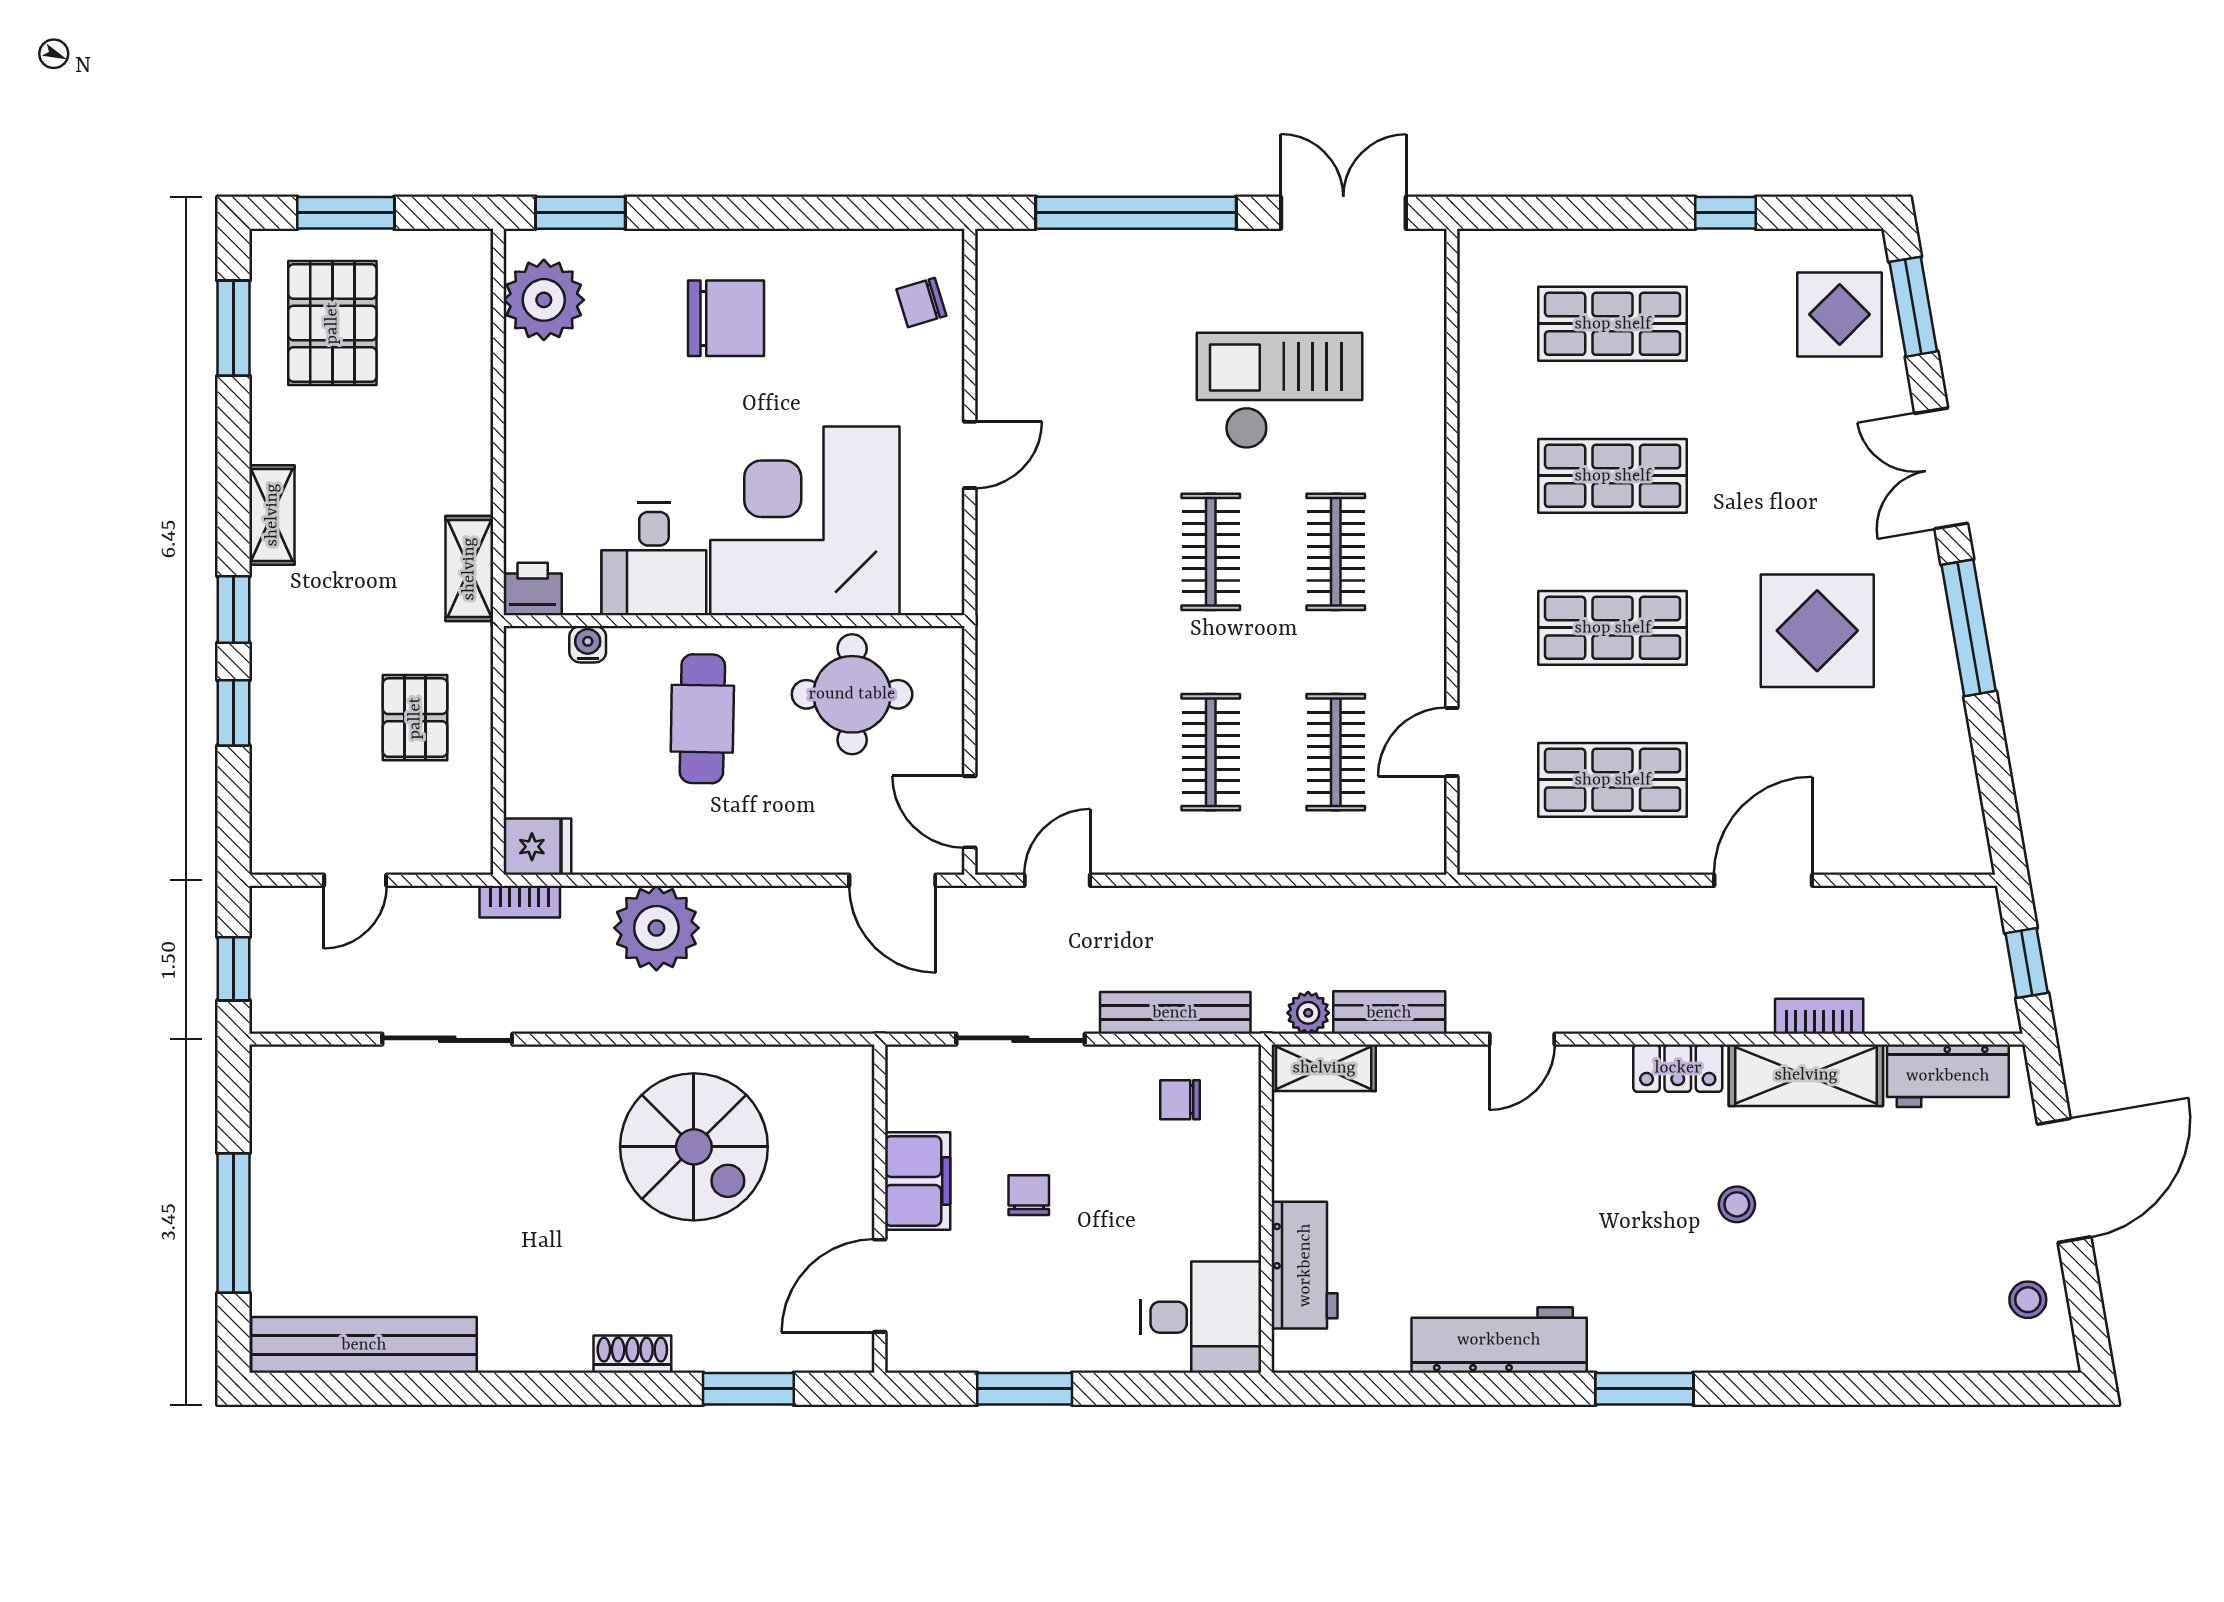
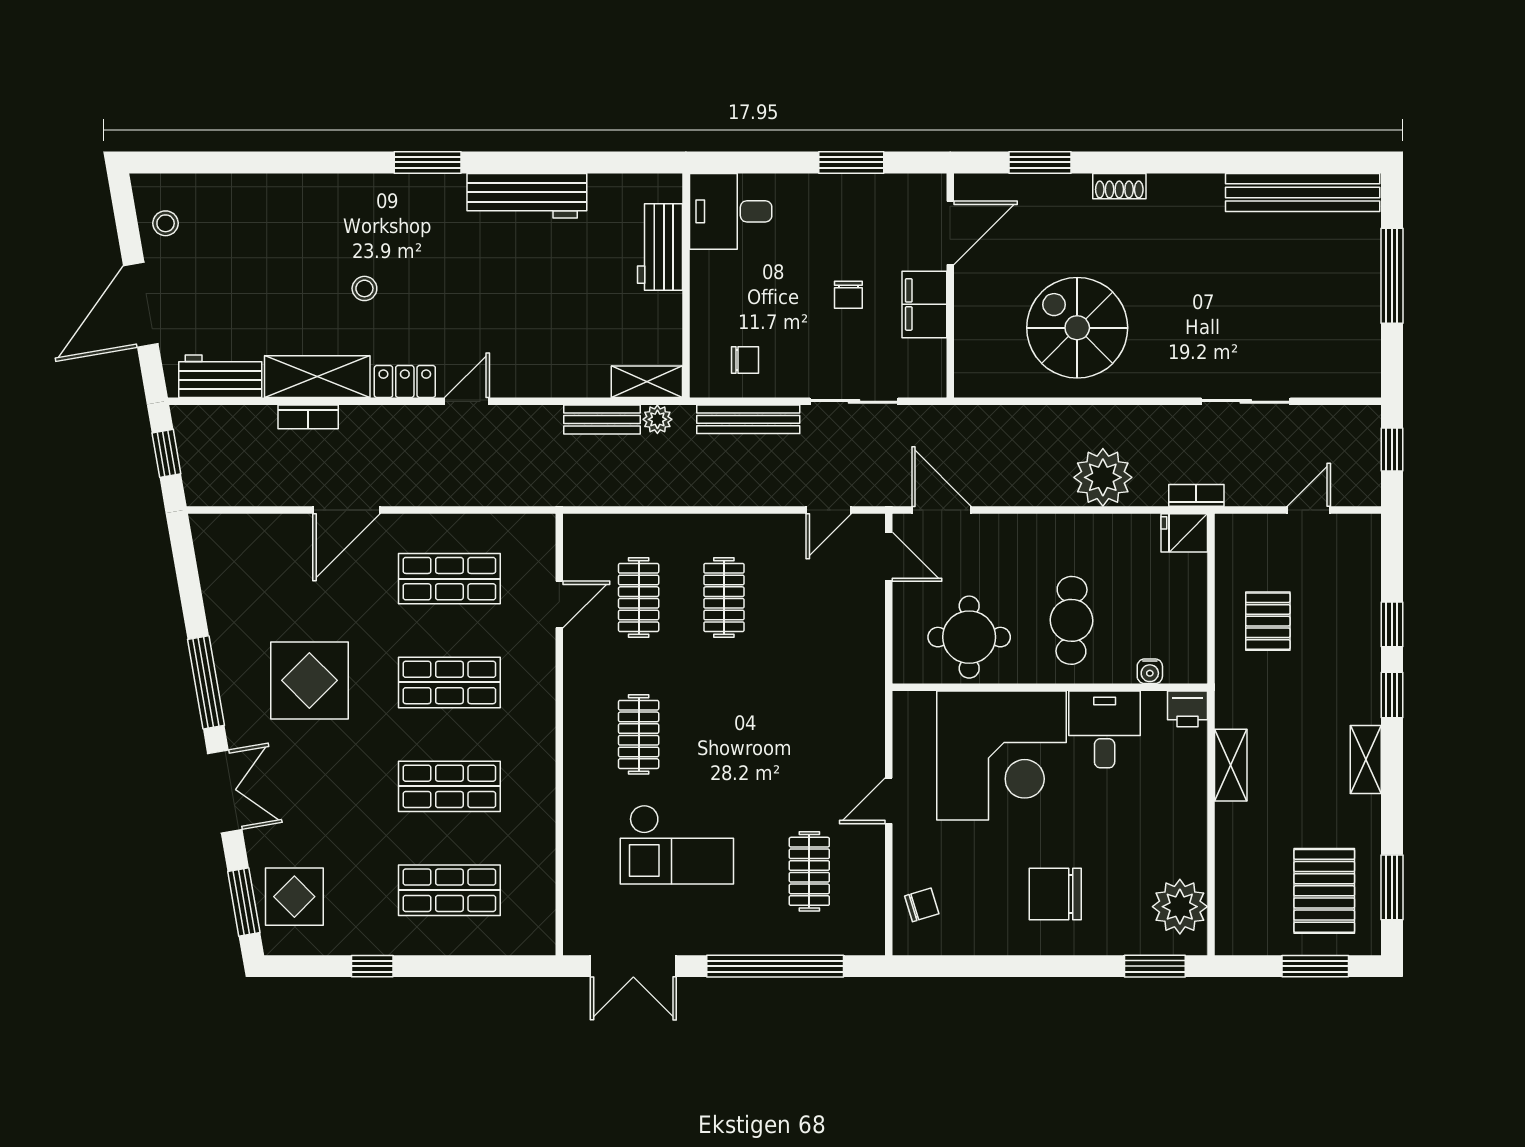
clothes rail: (1211, 552) -> (809, 871), moved
shelving: (469, 569) -> (1231, 765), moved
door: (1522, 1039) -> (467, 401), moved

